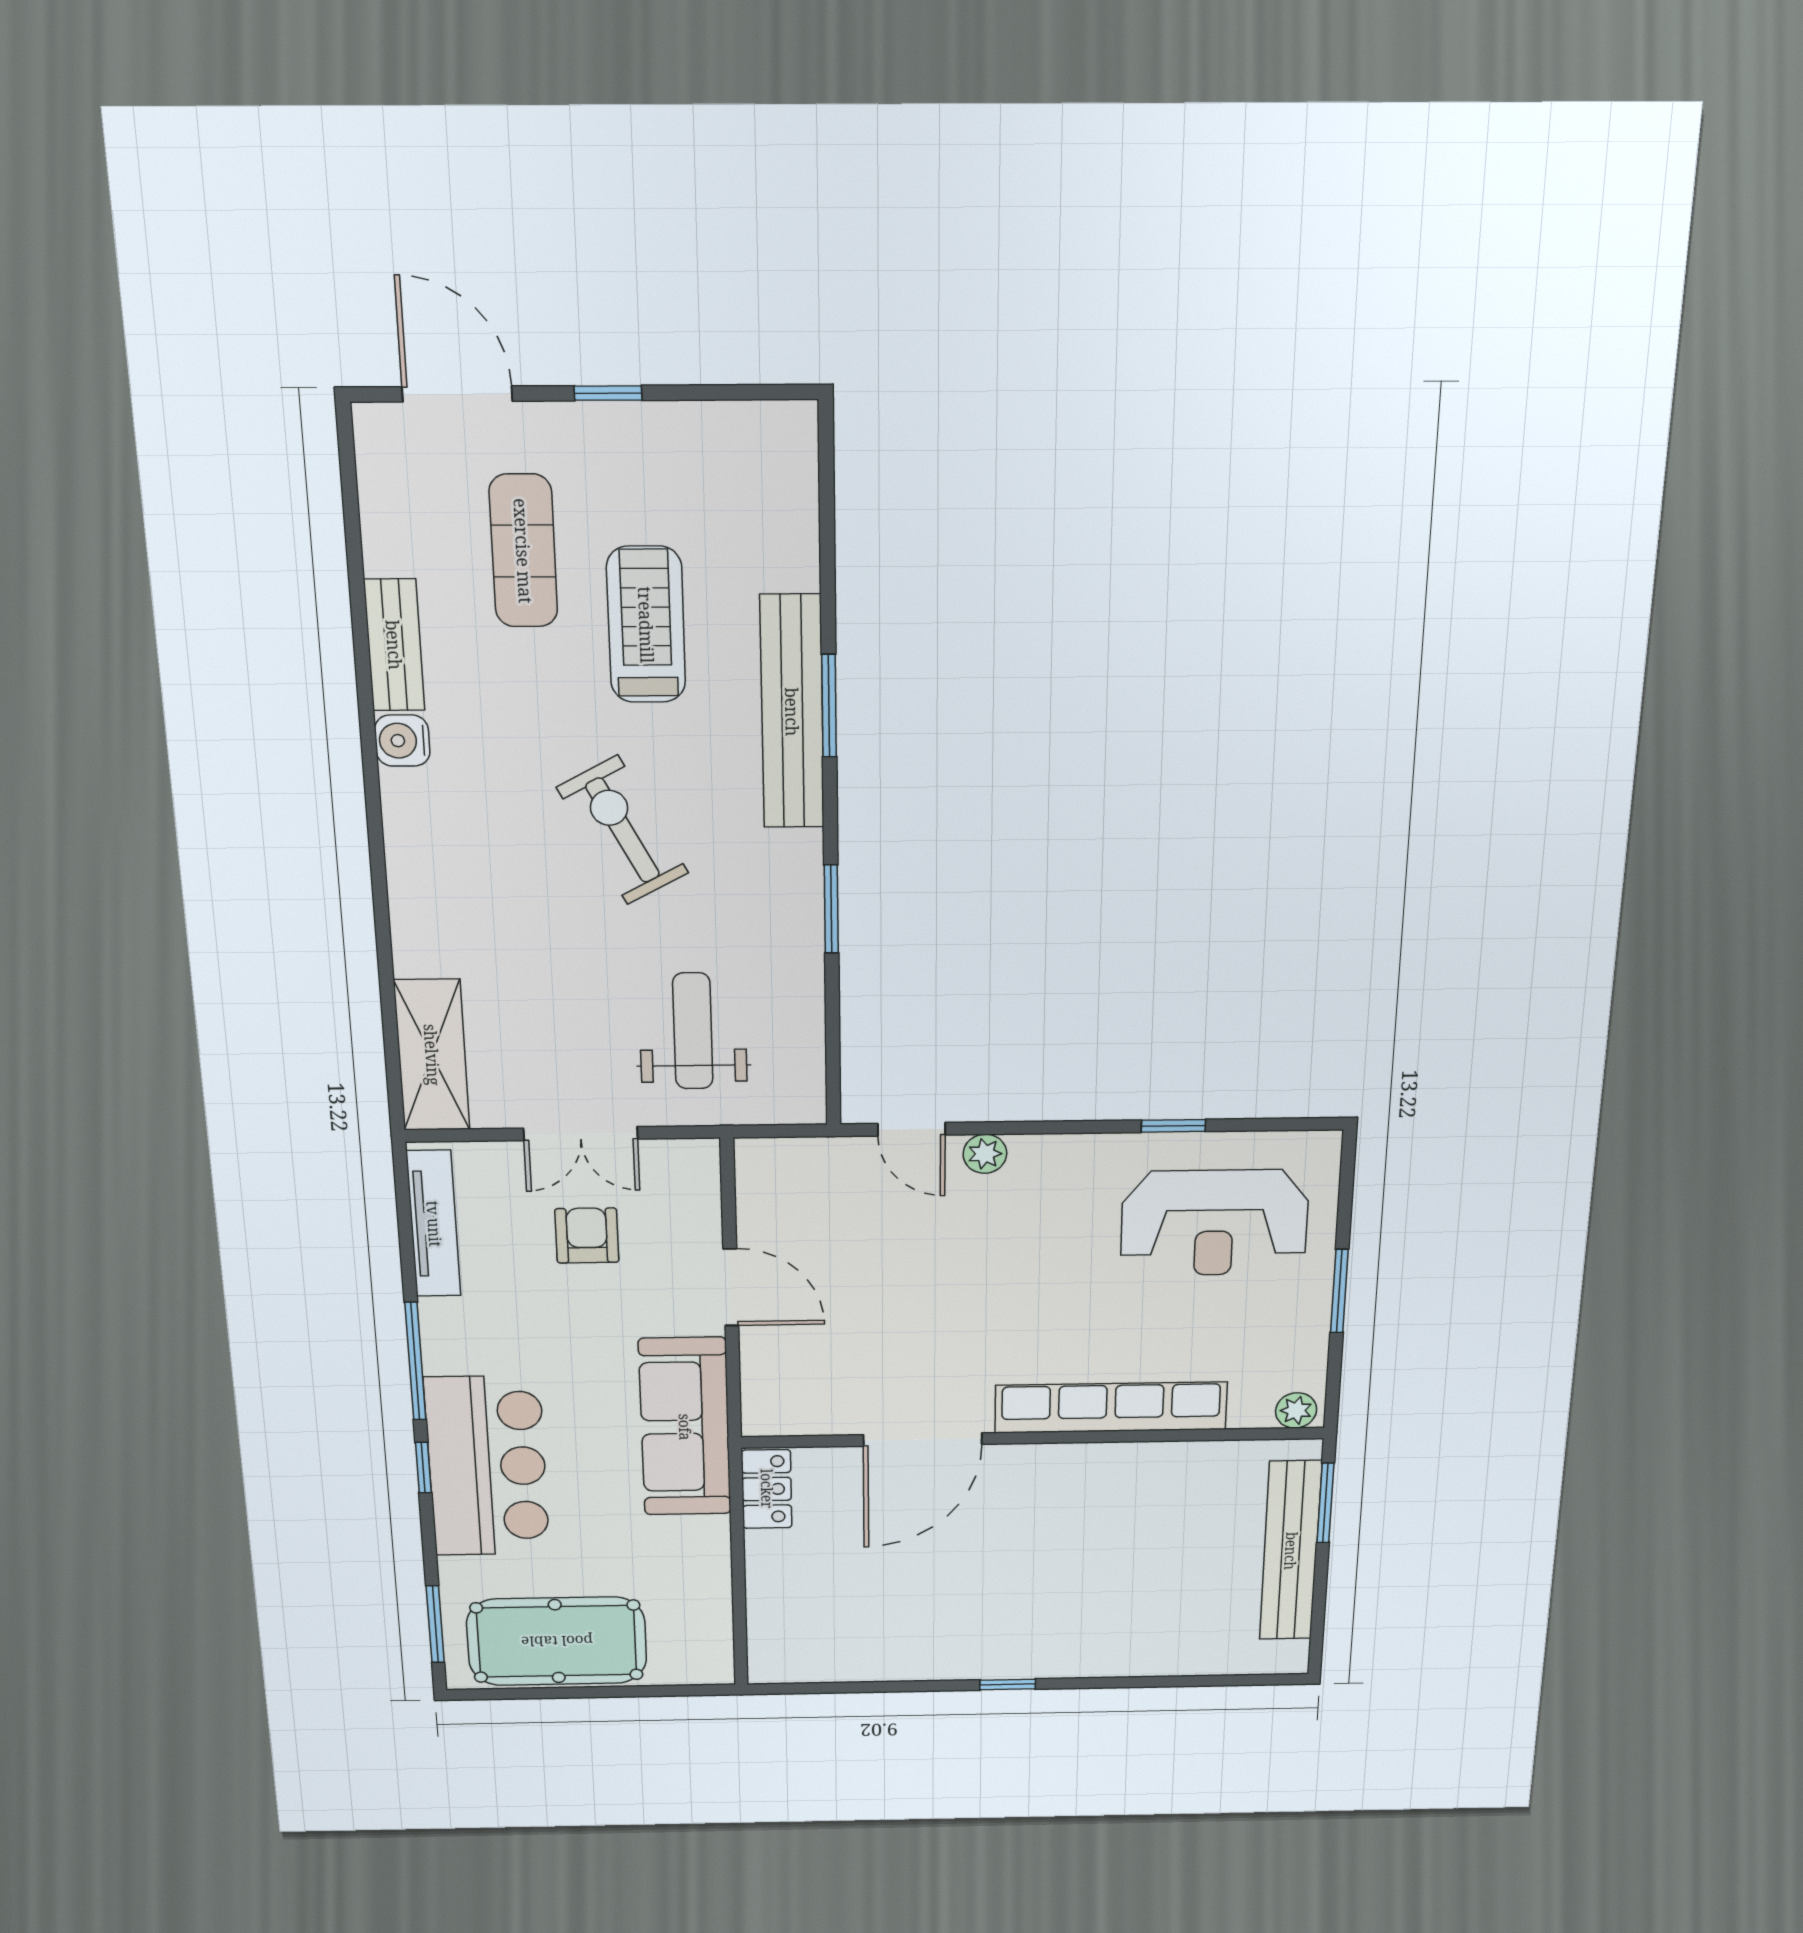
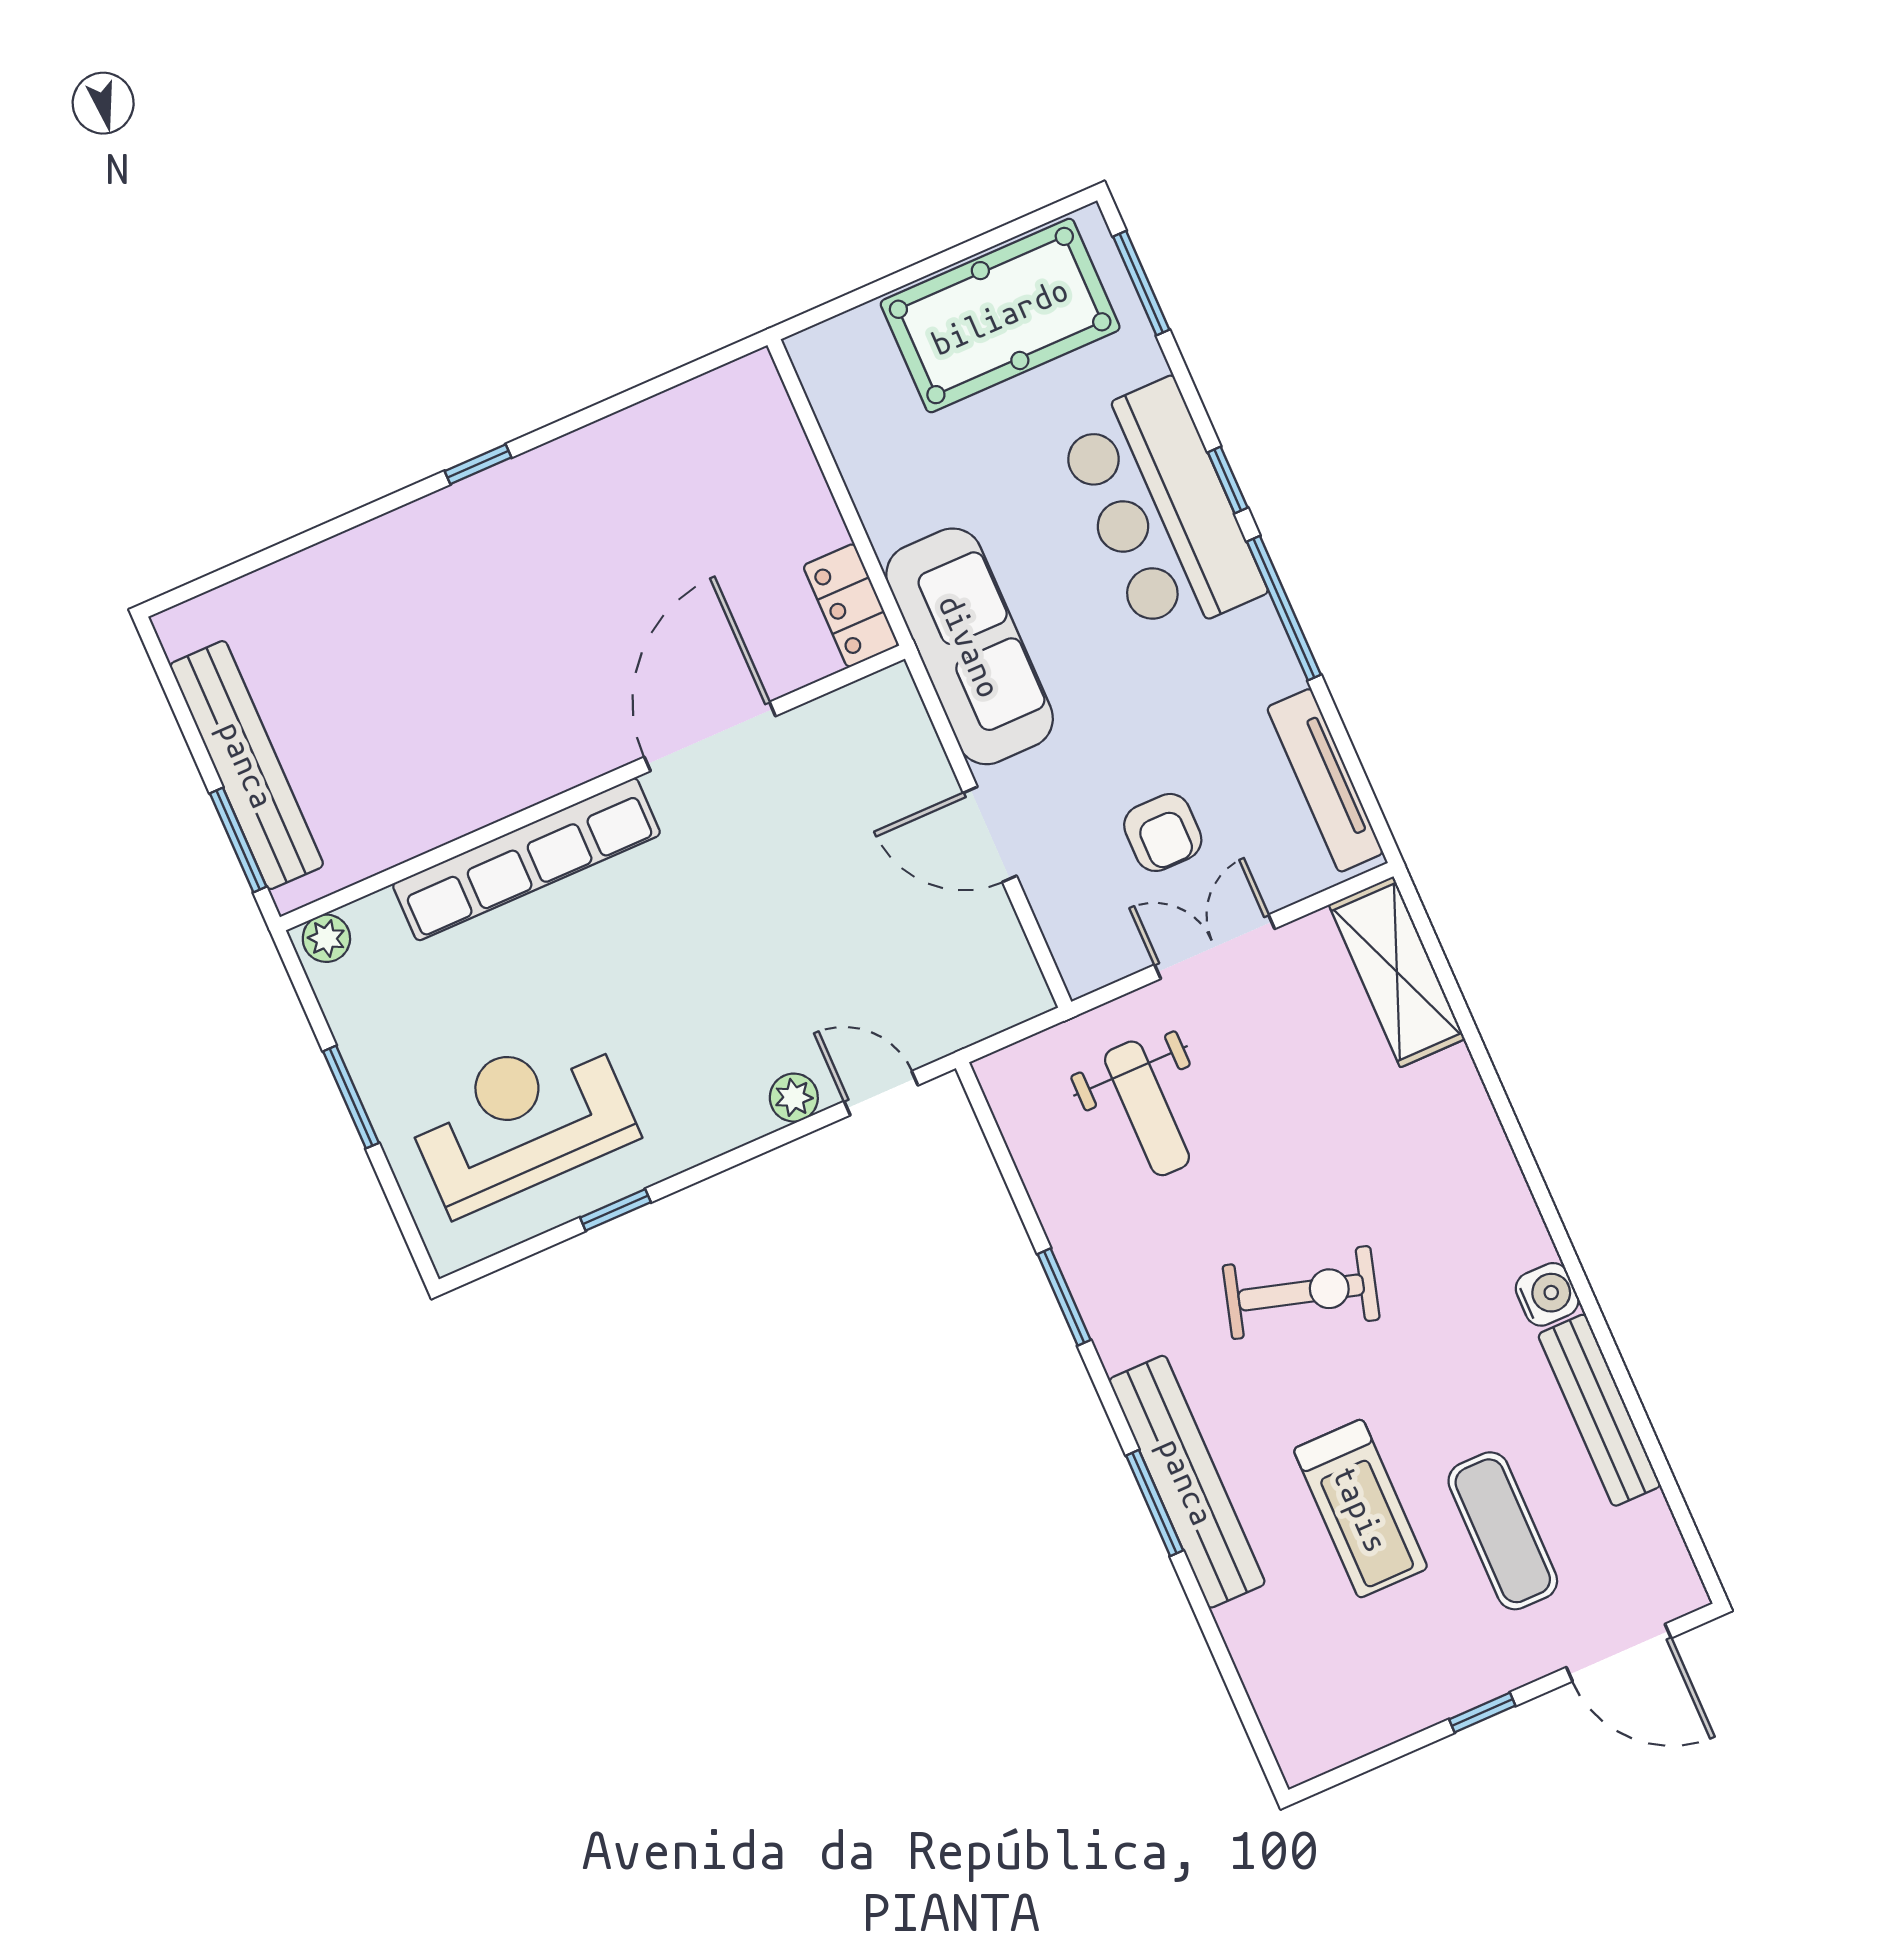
bench: (394, 645) -> (1599, 1410), width x1.36
exercise bike: (623, 830) -> (1301, 1292), turned -46

